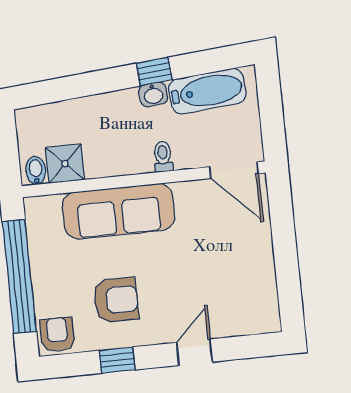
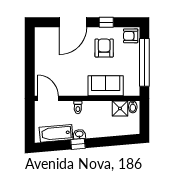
sofa: (118, 211) -> (106, 86), width x0.73
armchair: (116, 300) -> (104, 48), turned 90
armchair: (57, 334) -> (131, 36), turned 90
door: (194, 352) -> (73, 22), width x1.88

